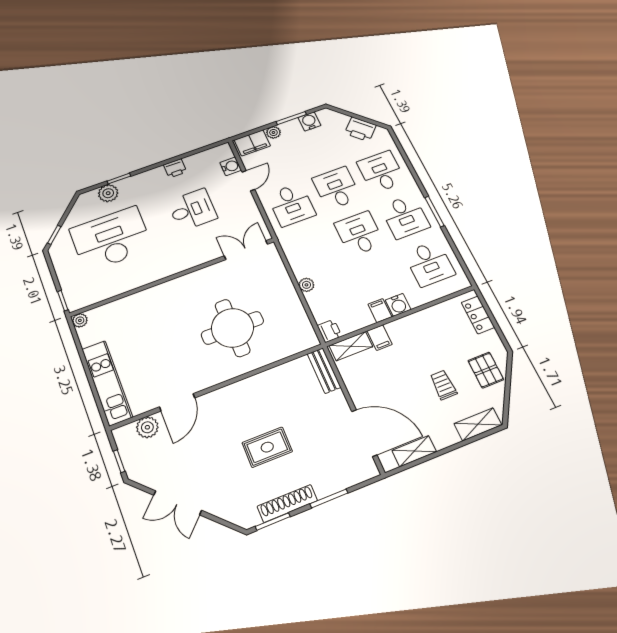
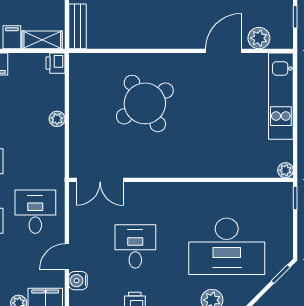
desk: (192, 210) -> (135, 246), turned 90
round table: (232, 328) -> (145, 103), turned -32

